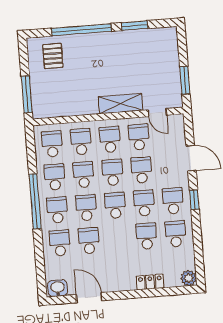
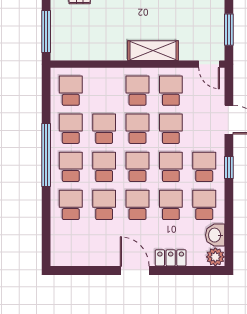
door: (157, 113) -> (209, 64), moved
school desk: (81, 142) -> (137, 205), moved
washbasin: (58, 288) -> (215, 235), moved, turned -90
door: (89, 298) -> (135, 270), moved

